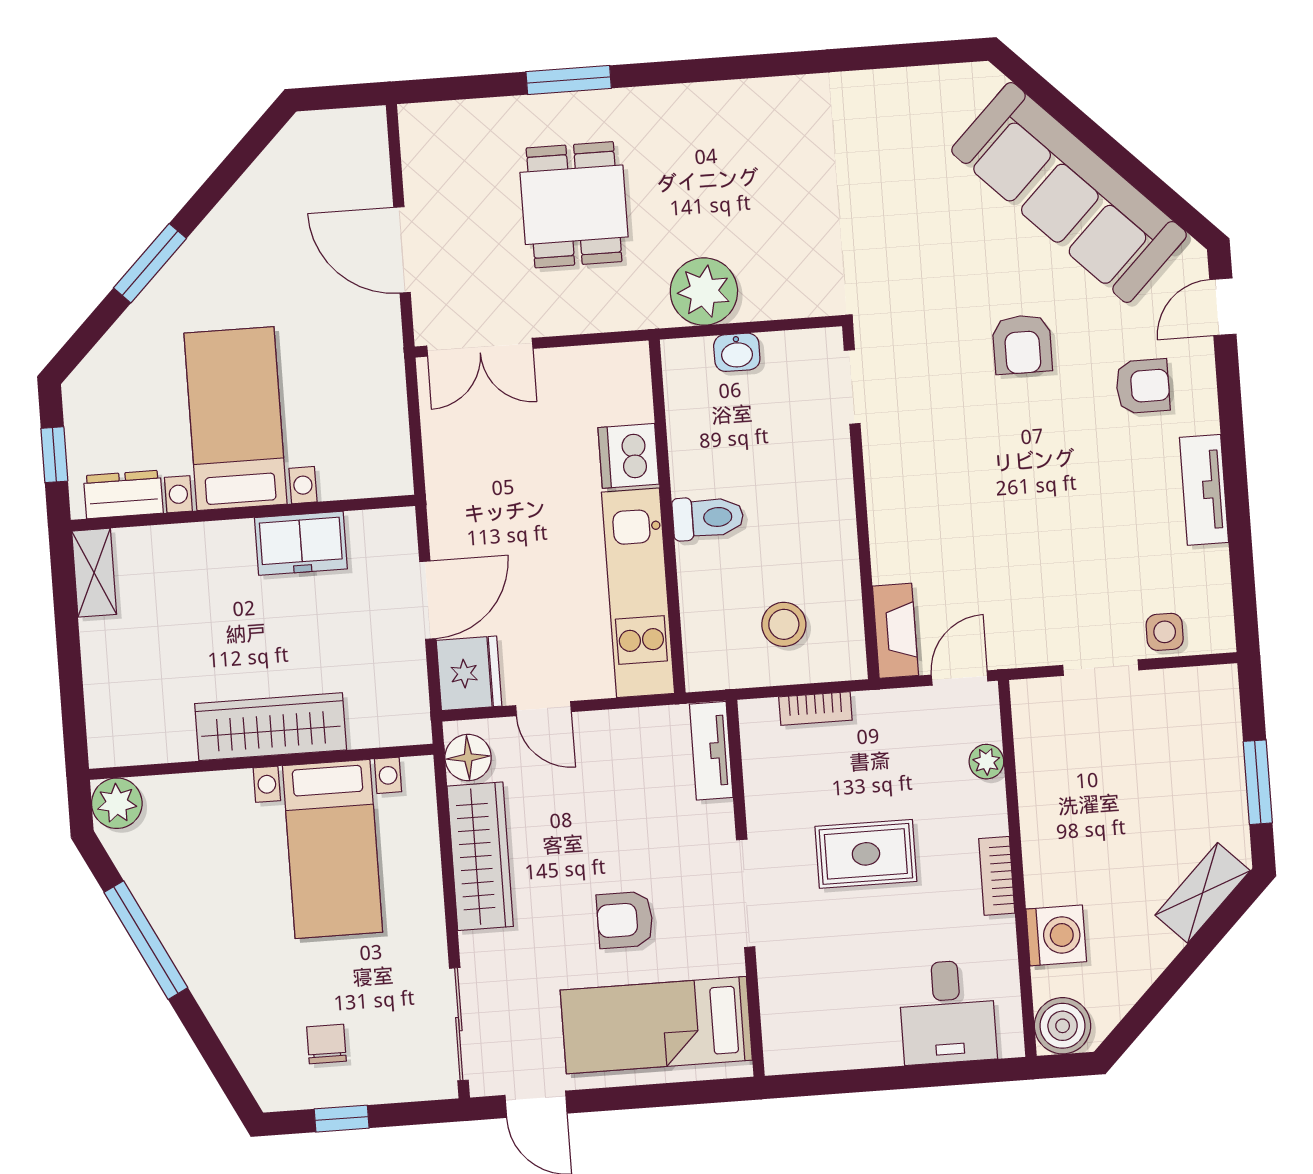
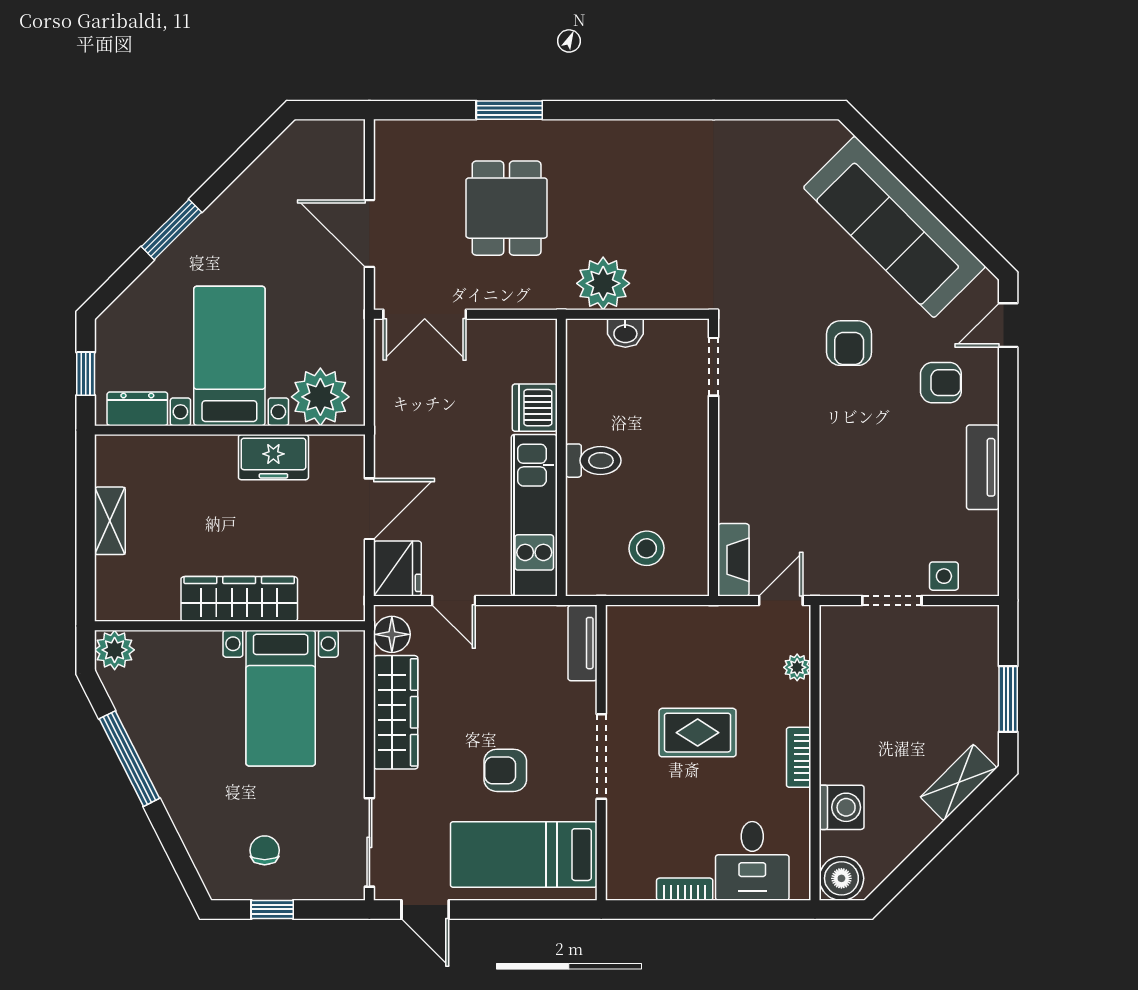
plant: (355, 462) -> (320, 397), added
shelving: (94, 573) -> (110, 521), moved
bookcase: (815, 709) -> (685, 889), moved, turned 180

